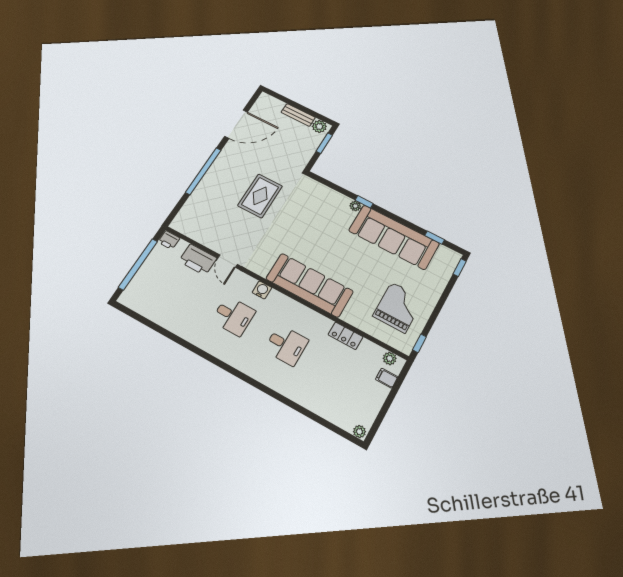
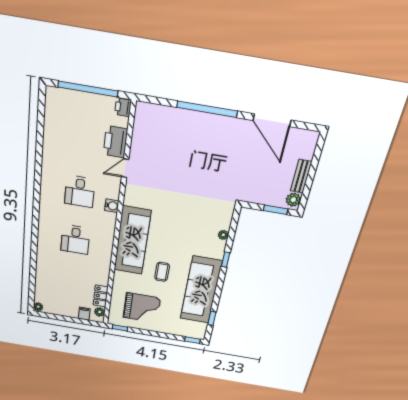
rug: (260, 196) -> (200, 172), removed
plant: (355, 206) -> (223, 235), moved
coffee table: (358, 269) -> (162, 272), added
locker: (345, 336) -> (101, 296), moved

